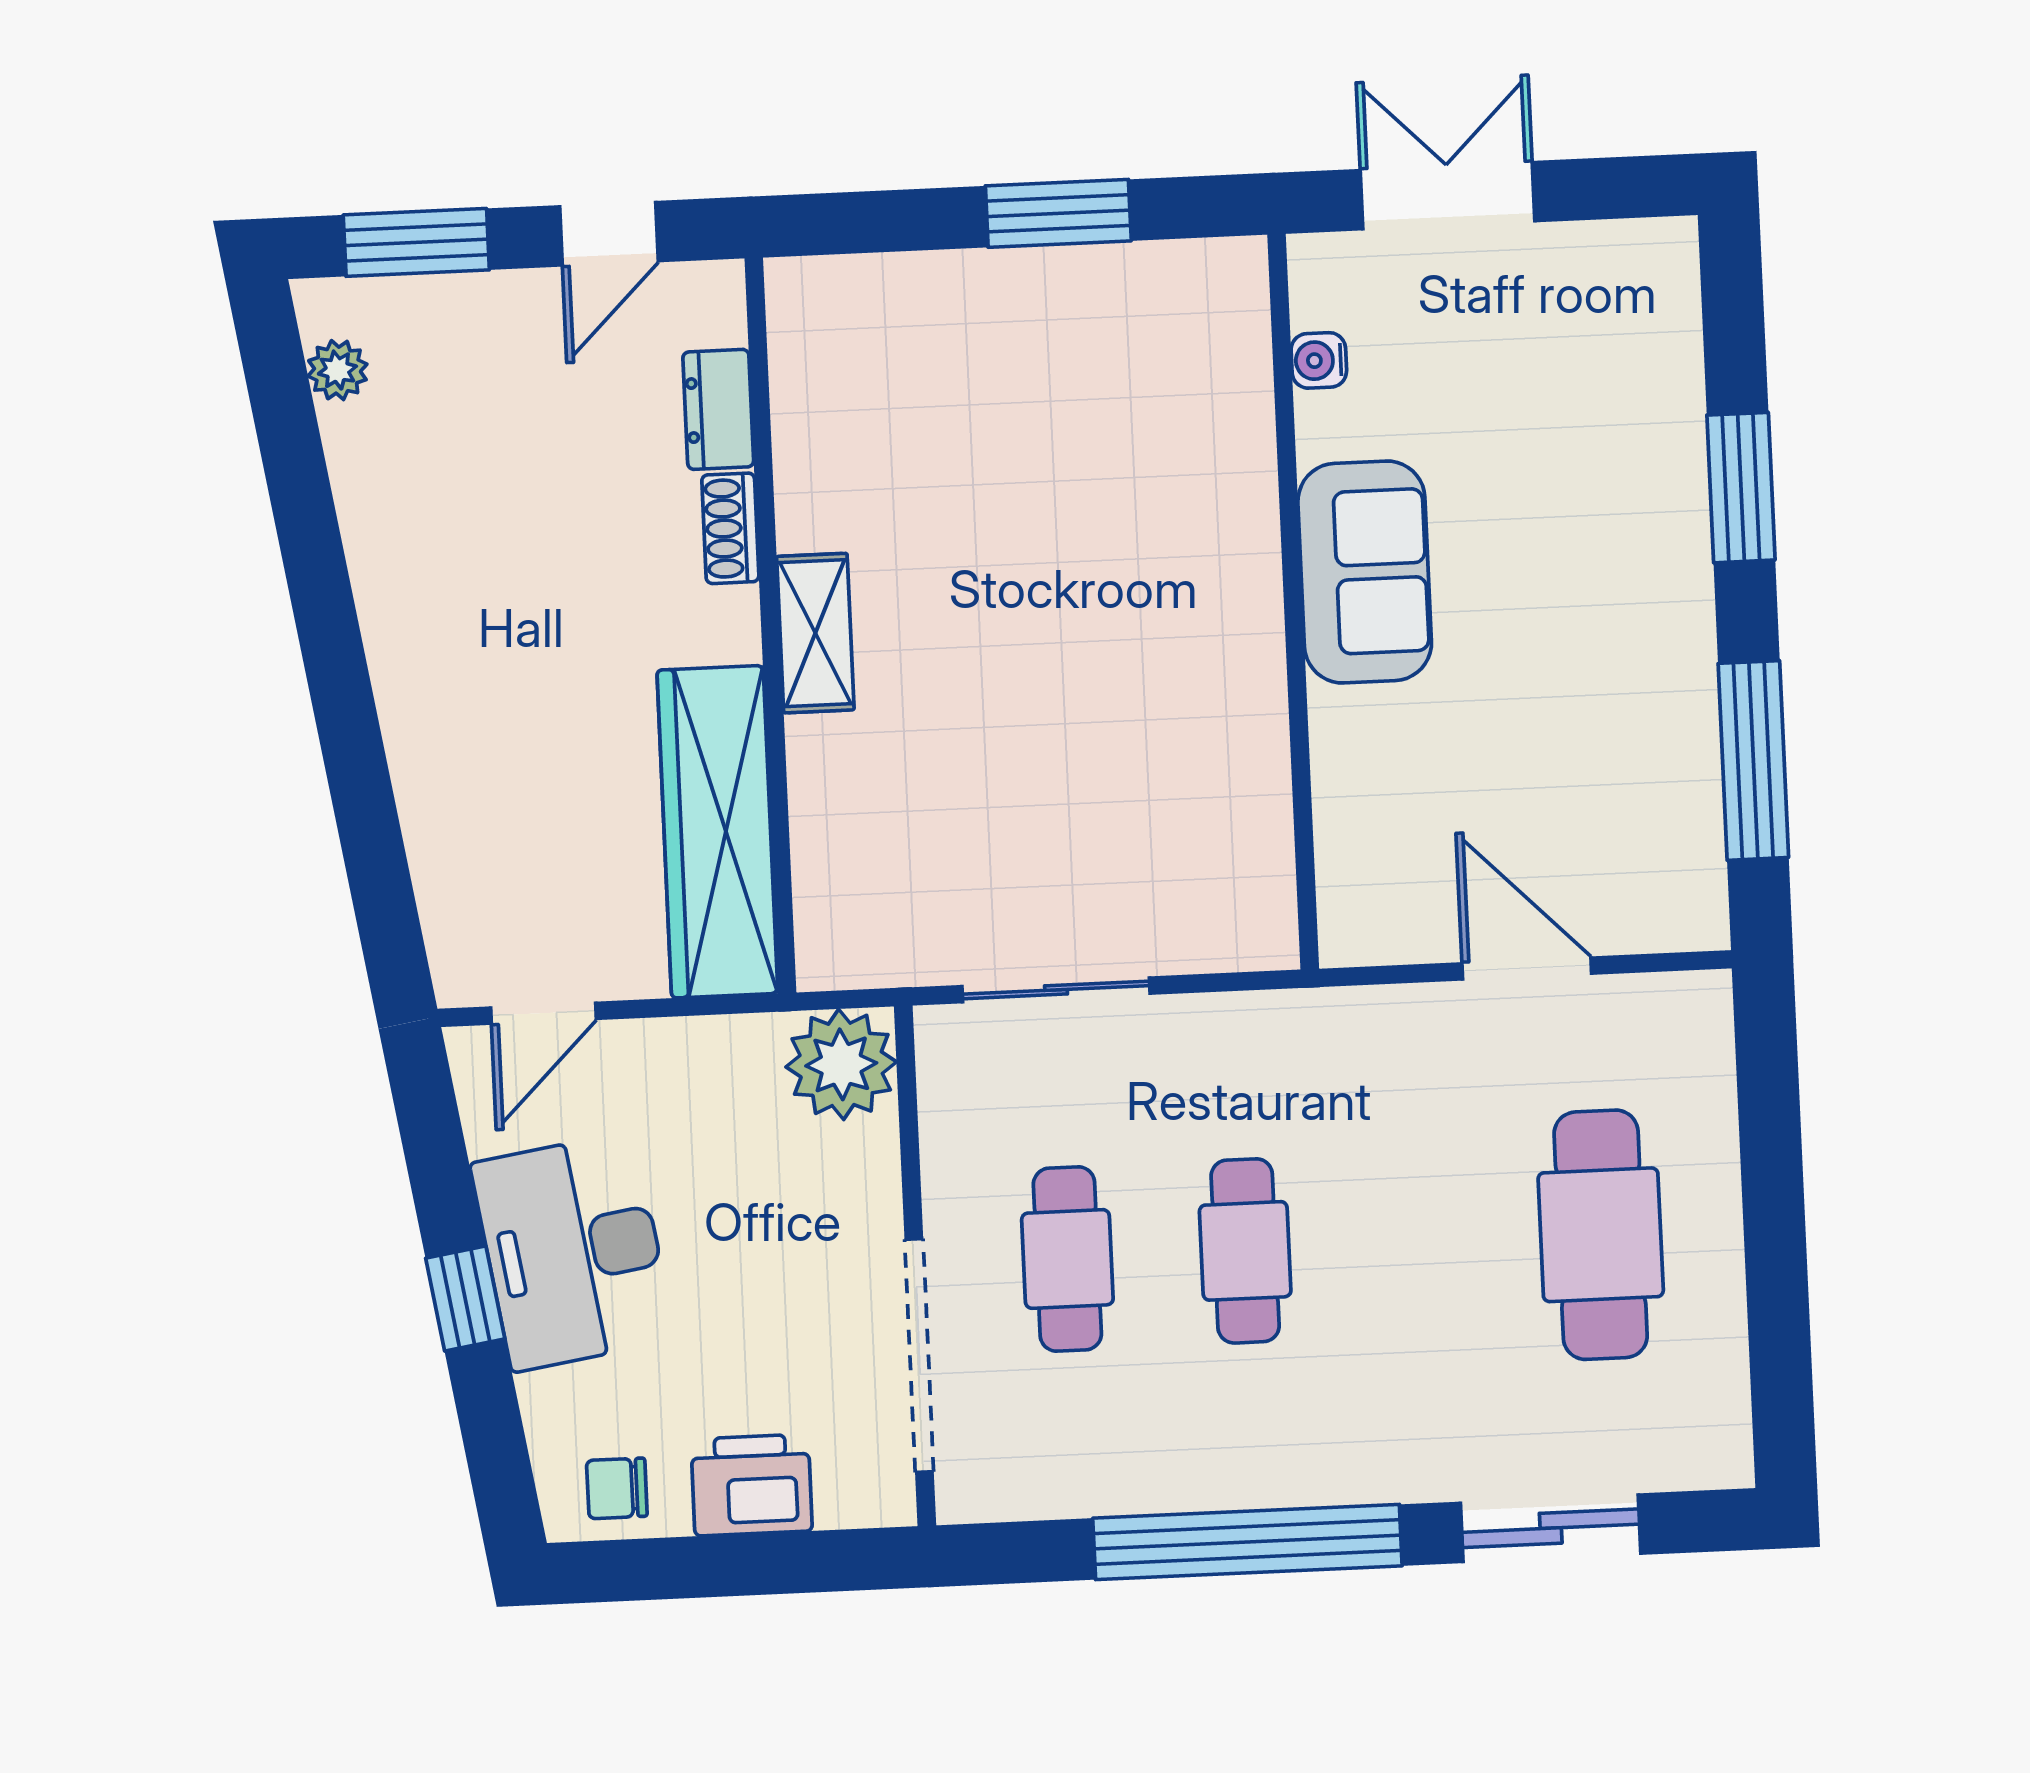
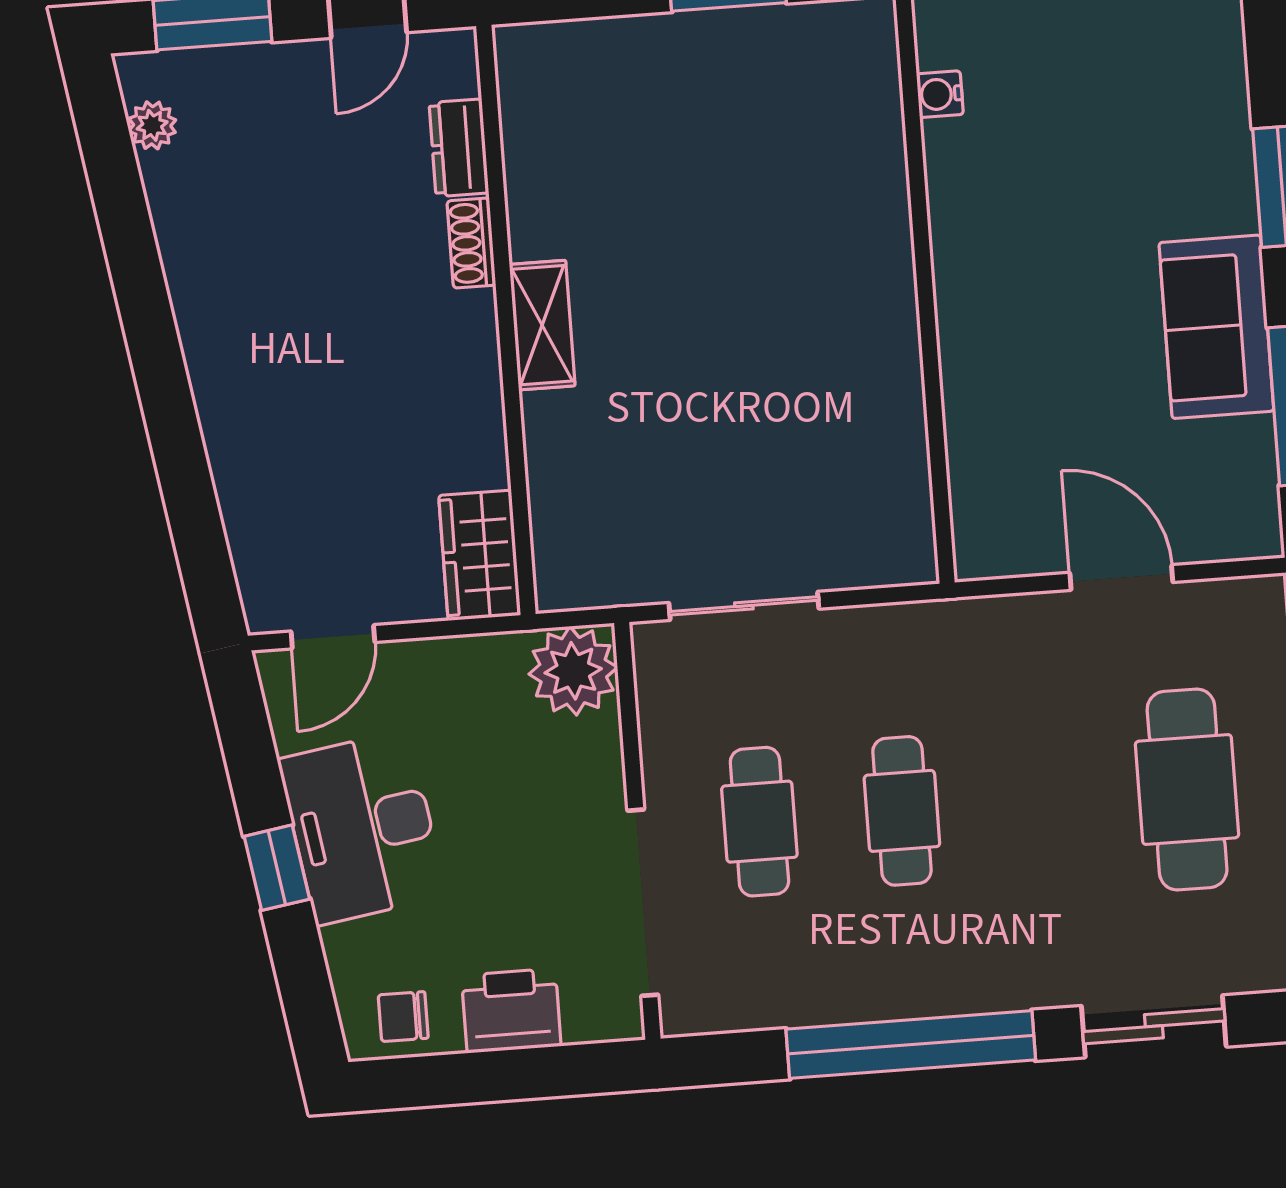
sofa: (1365, 572) -> (1216, 327), moved, turned 180
wardrobe: (717, 832) -> (480, 555), width x0.48, depth x0.85

